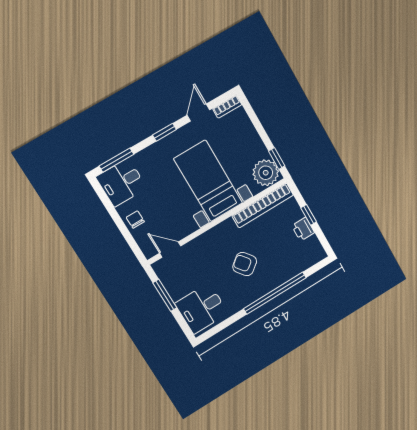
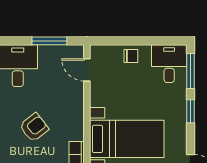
window: (164, 132) -> (190, 111), moved
door: (170, 250) -> (87, 70), swing flipped

